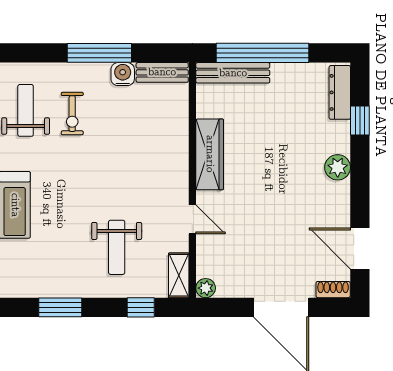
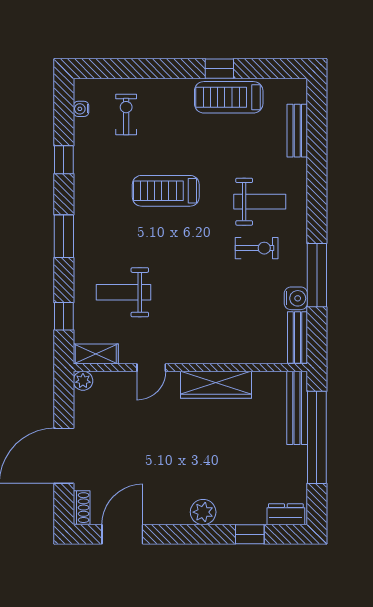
dresser: (340, 92) -> (286, 514), width x0.70
exercise bike: (72, 114) -> (257, 248), turned 180

